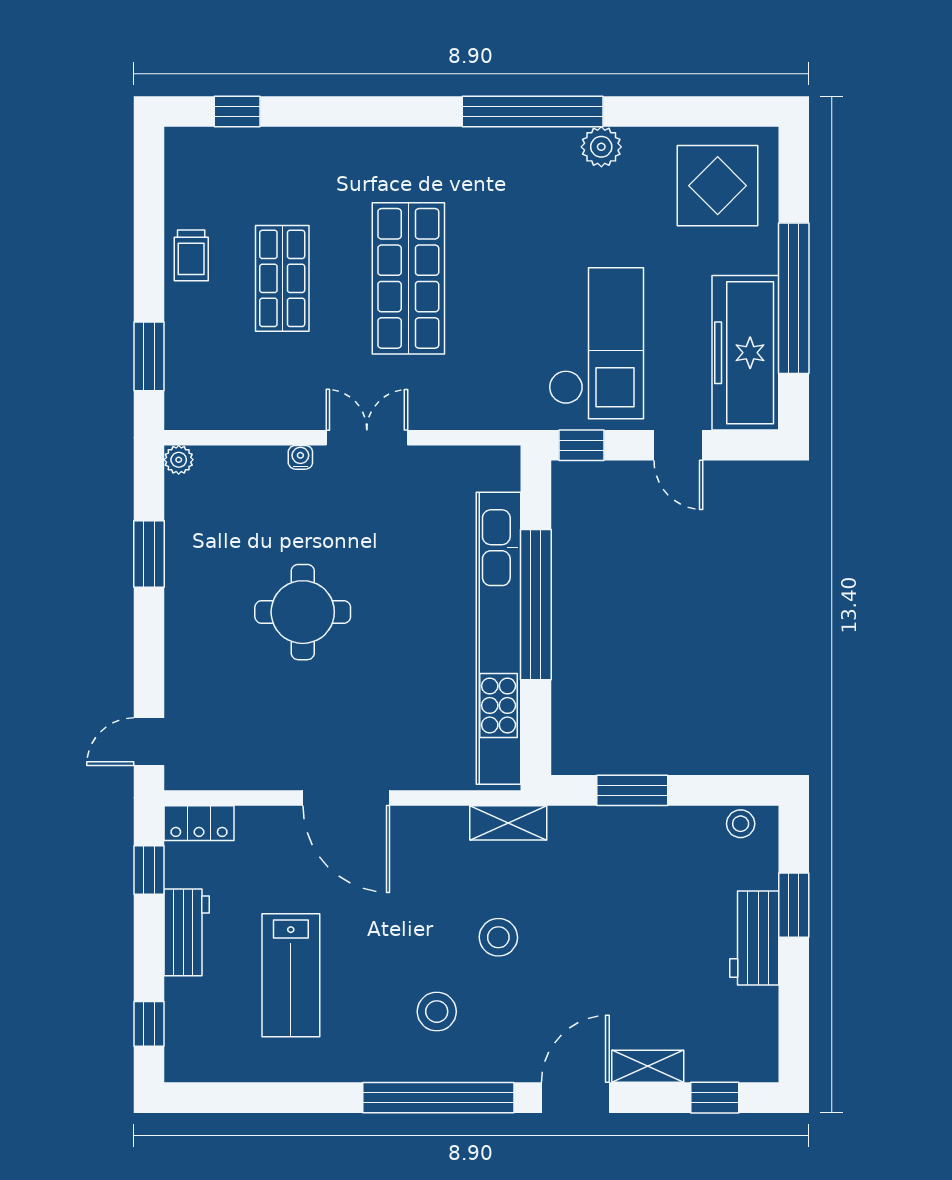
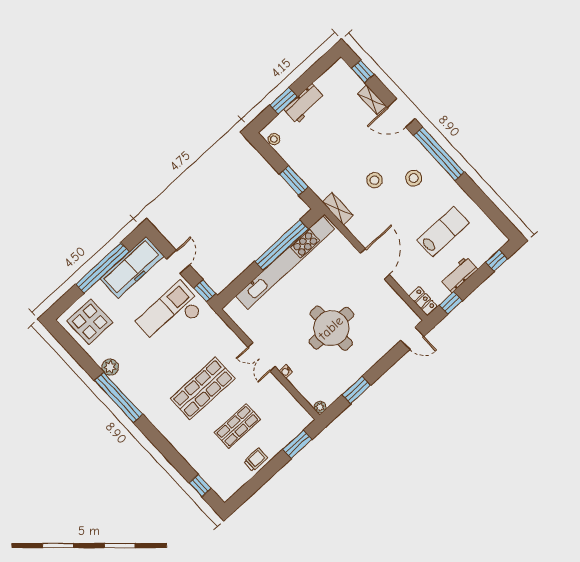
window: (536, 605) -> (282, 245), moved
round table: (303, 612) -> (331, 328), width x1.36, depth x1.36

